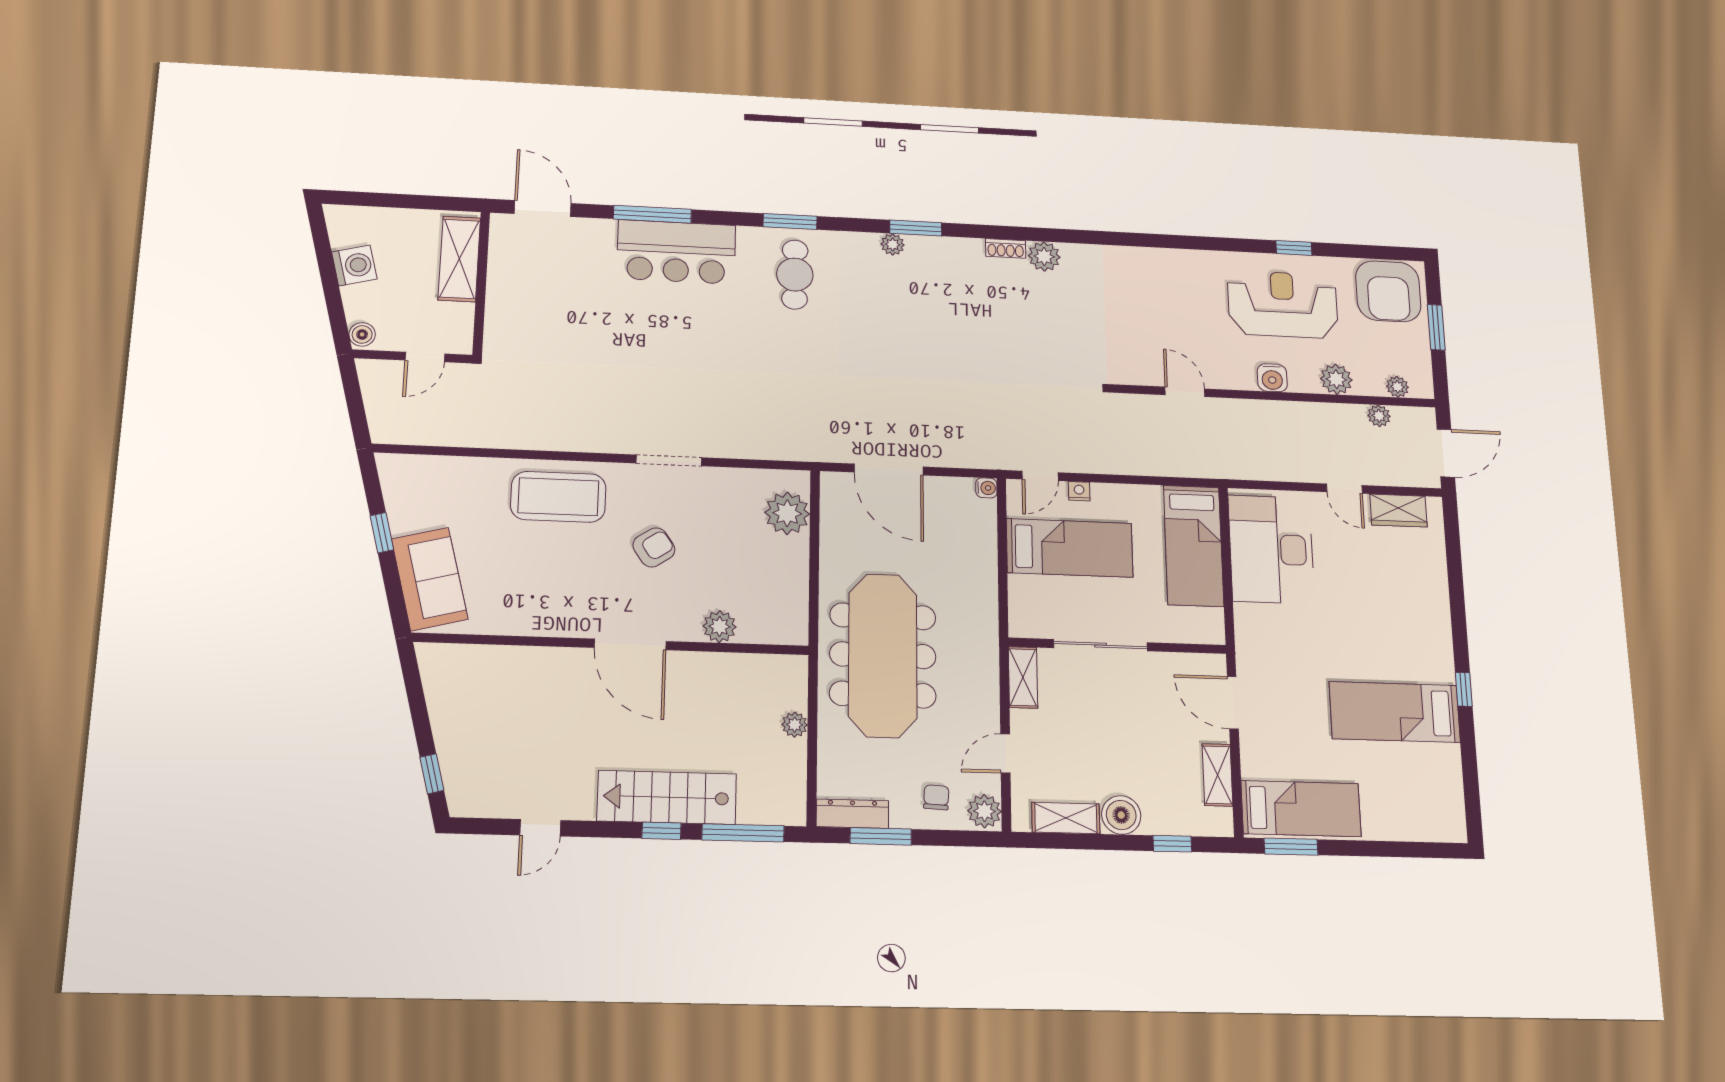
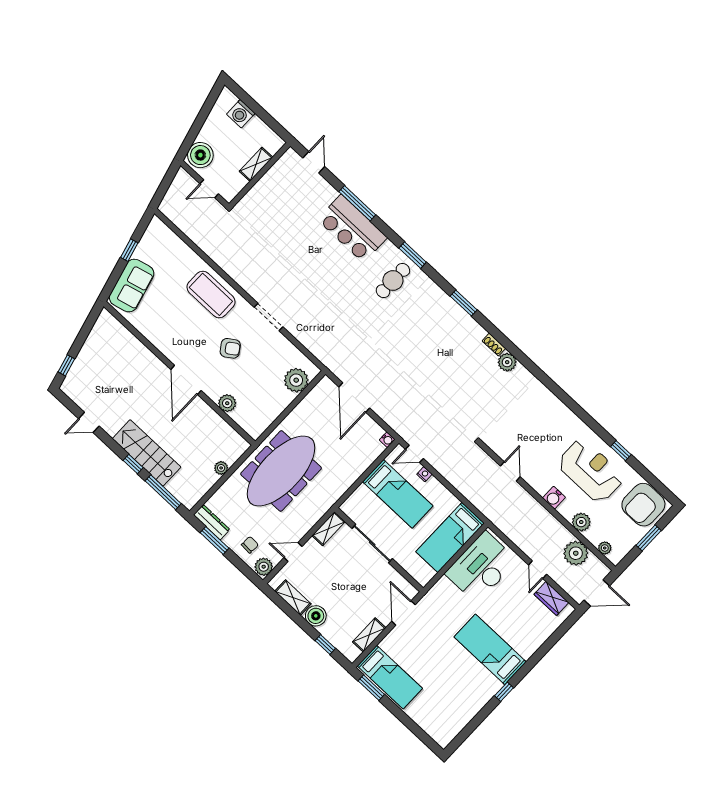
door: (543, 208) -> (314, 162), width x0.73
plant: (893, 244) -> (447, 302), removed
shelving: (459, 259) -> (256, 164), width x0.67, depth x0.75
washing machine: (354, 266) -> (241, 114), moved, turned 105
boiler: (362, 334) -> (200, 155), width x1.86, depth x1.86
plant: (1379, 416) -> (576, 553), width x1.87, depth x1.87
bed: (1395, 712) -> (490, 649), moved

